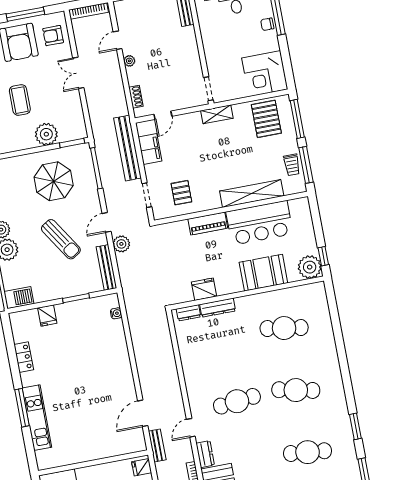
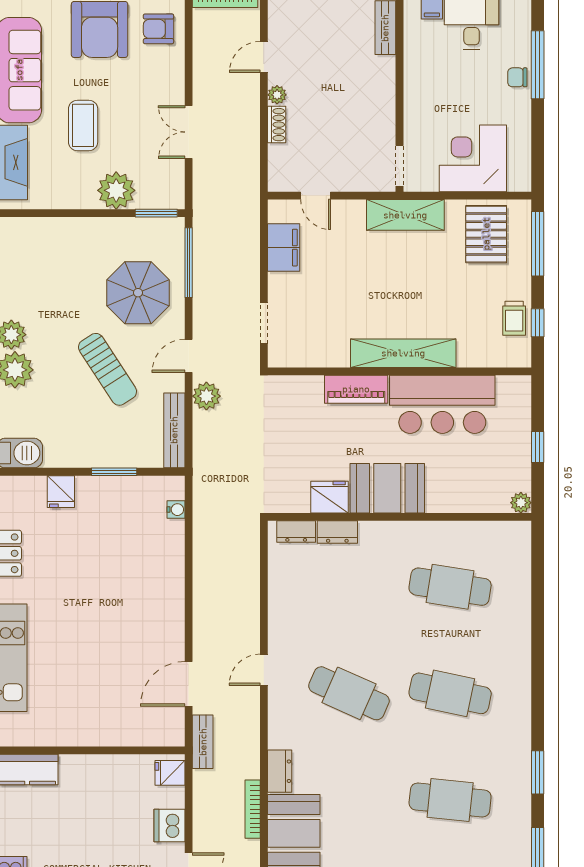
double door: (78, 73) -> (189, 132), moved
corner desk: (265, 74) -> (473, 158), moved, turned 90
shoe rack: (136, 97) -> (277, 125), moved
shelving: (217, 114) -> (405, 215), width x1.50, depth x1.33
door: (163, 115) -> (316, 196), hinge flipped
bench: (128, 148) -> (247, 239), removed
window: (306, 165) -> (538, 323), width x0.46
parasol: (54, 181) -> (138, 293), moved
pallet: (181, 193) -> (322, 330), removed
shelving: (252, 193) -> (403, 353), moved
window: (323, 256) -> (538, 447), moved
plant: (310, 267) -> (521, 503), width x0.53, depth x0.53
booth: (263, 273) -> (387, 488), moved
dresser: (218, 308) -> (337, 532), width x0.70
cafe table: (237, 401) -> (349, 693), turned 30
door: (191, 428) -> (264, 670), moved

